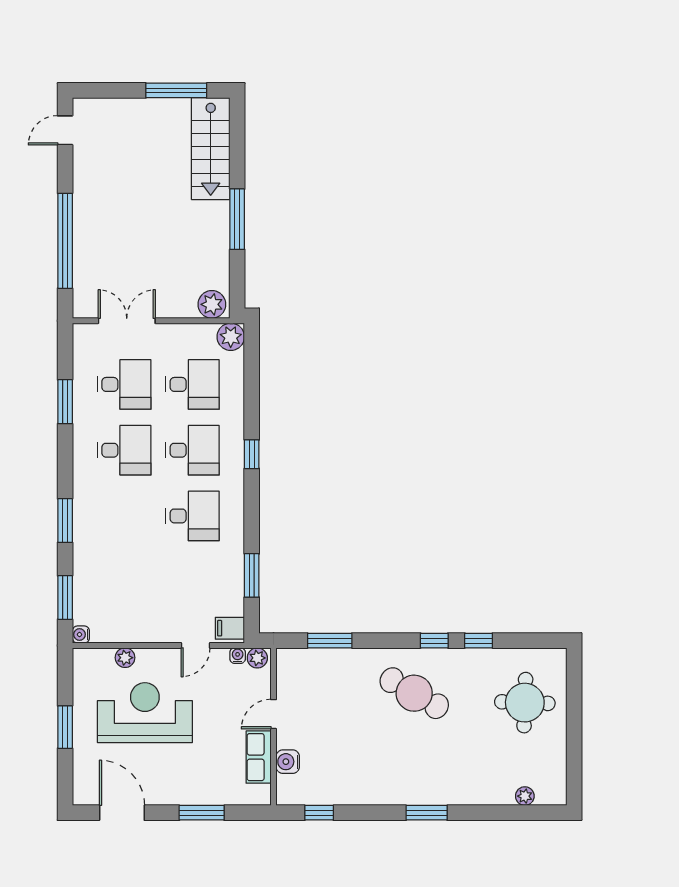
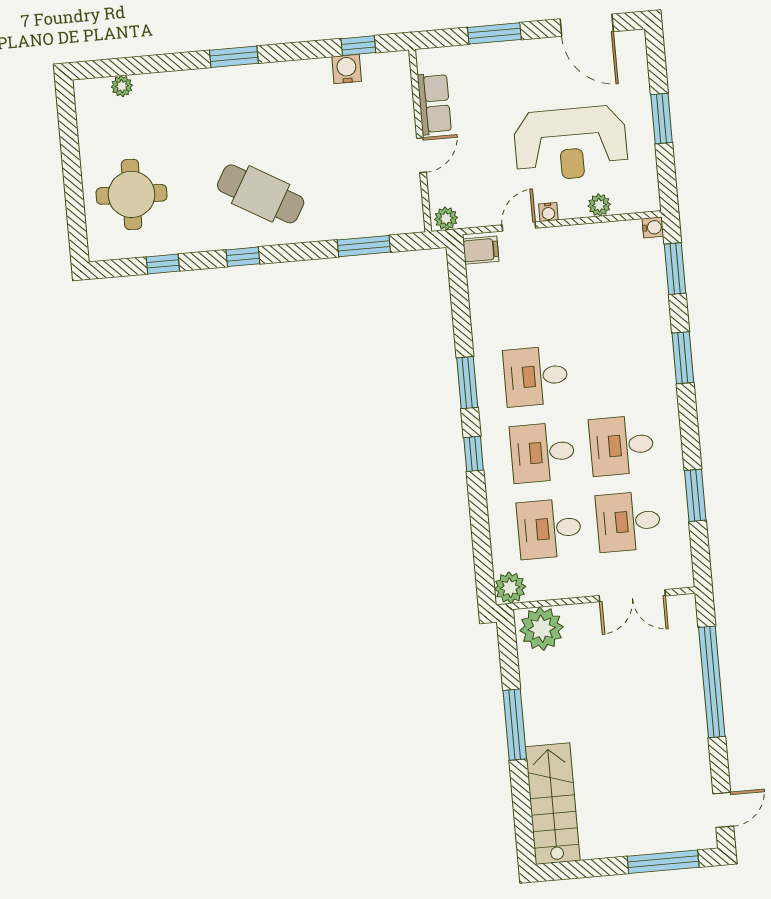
window: (176, 90) -> (663, 862), moved
plant: (212, 304) -> (542, 629), width x1.36, depth x1.36
window: (252, 575) -> (467, 383), moved
window: (479, 641) -> (163, 264), moved
water cooler: (238, 656) -> (548, 212), moved
water cooler: (288, 762) -> (347, 69), moved, turned -90

